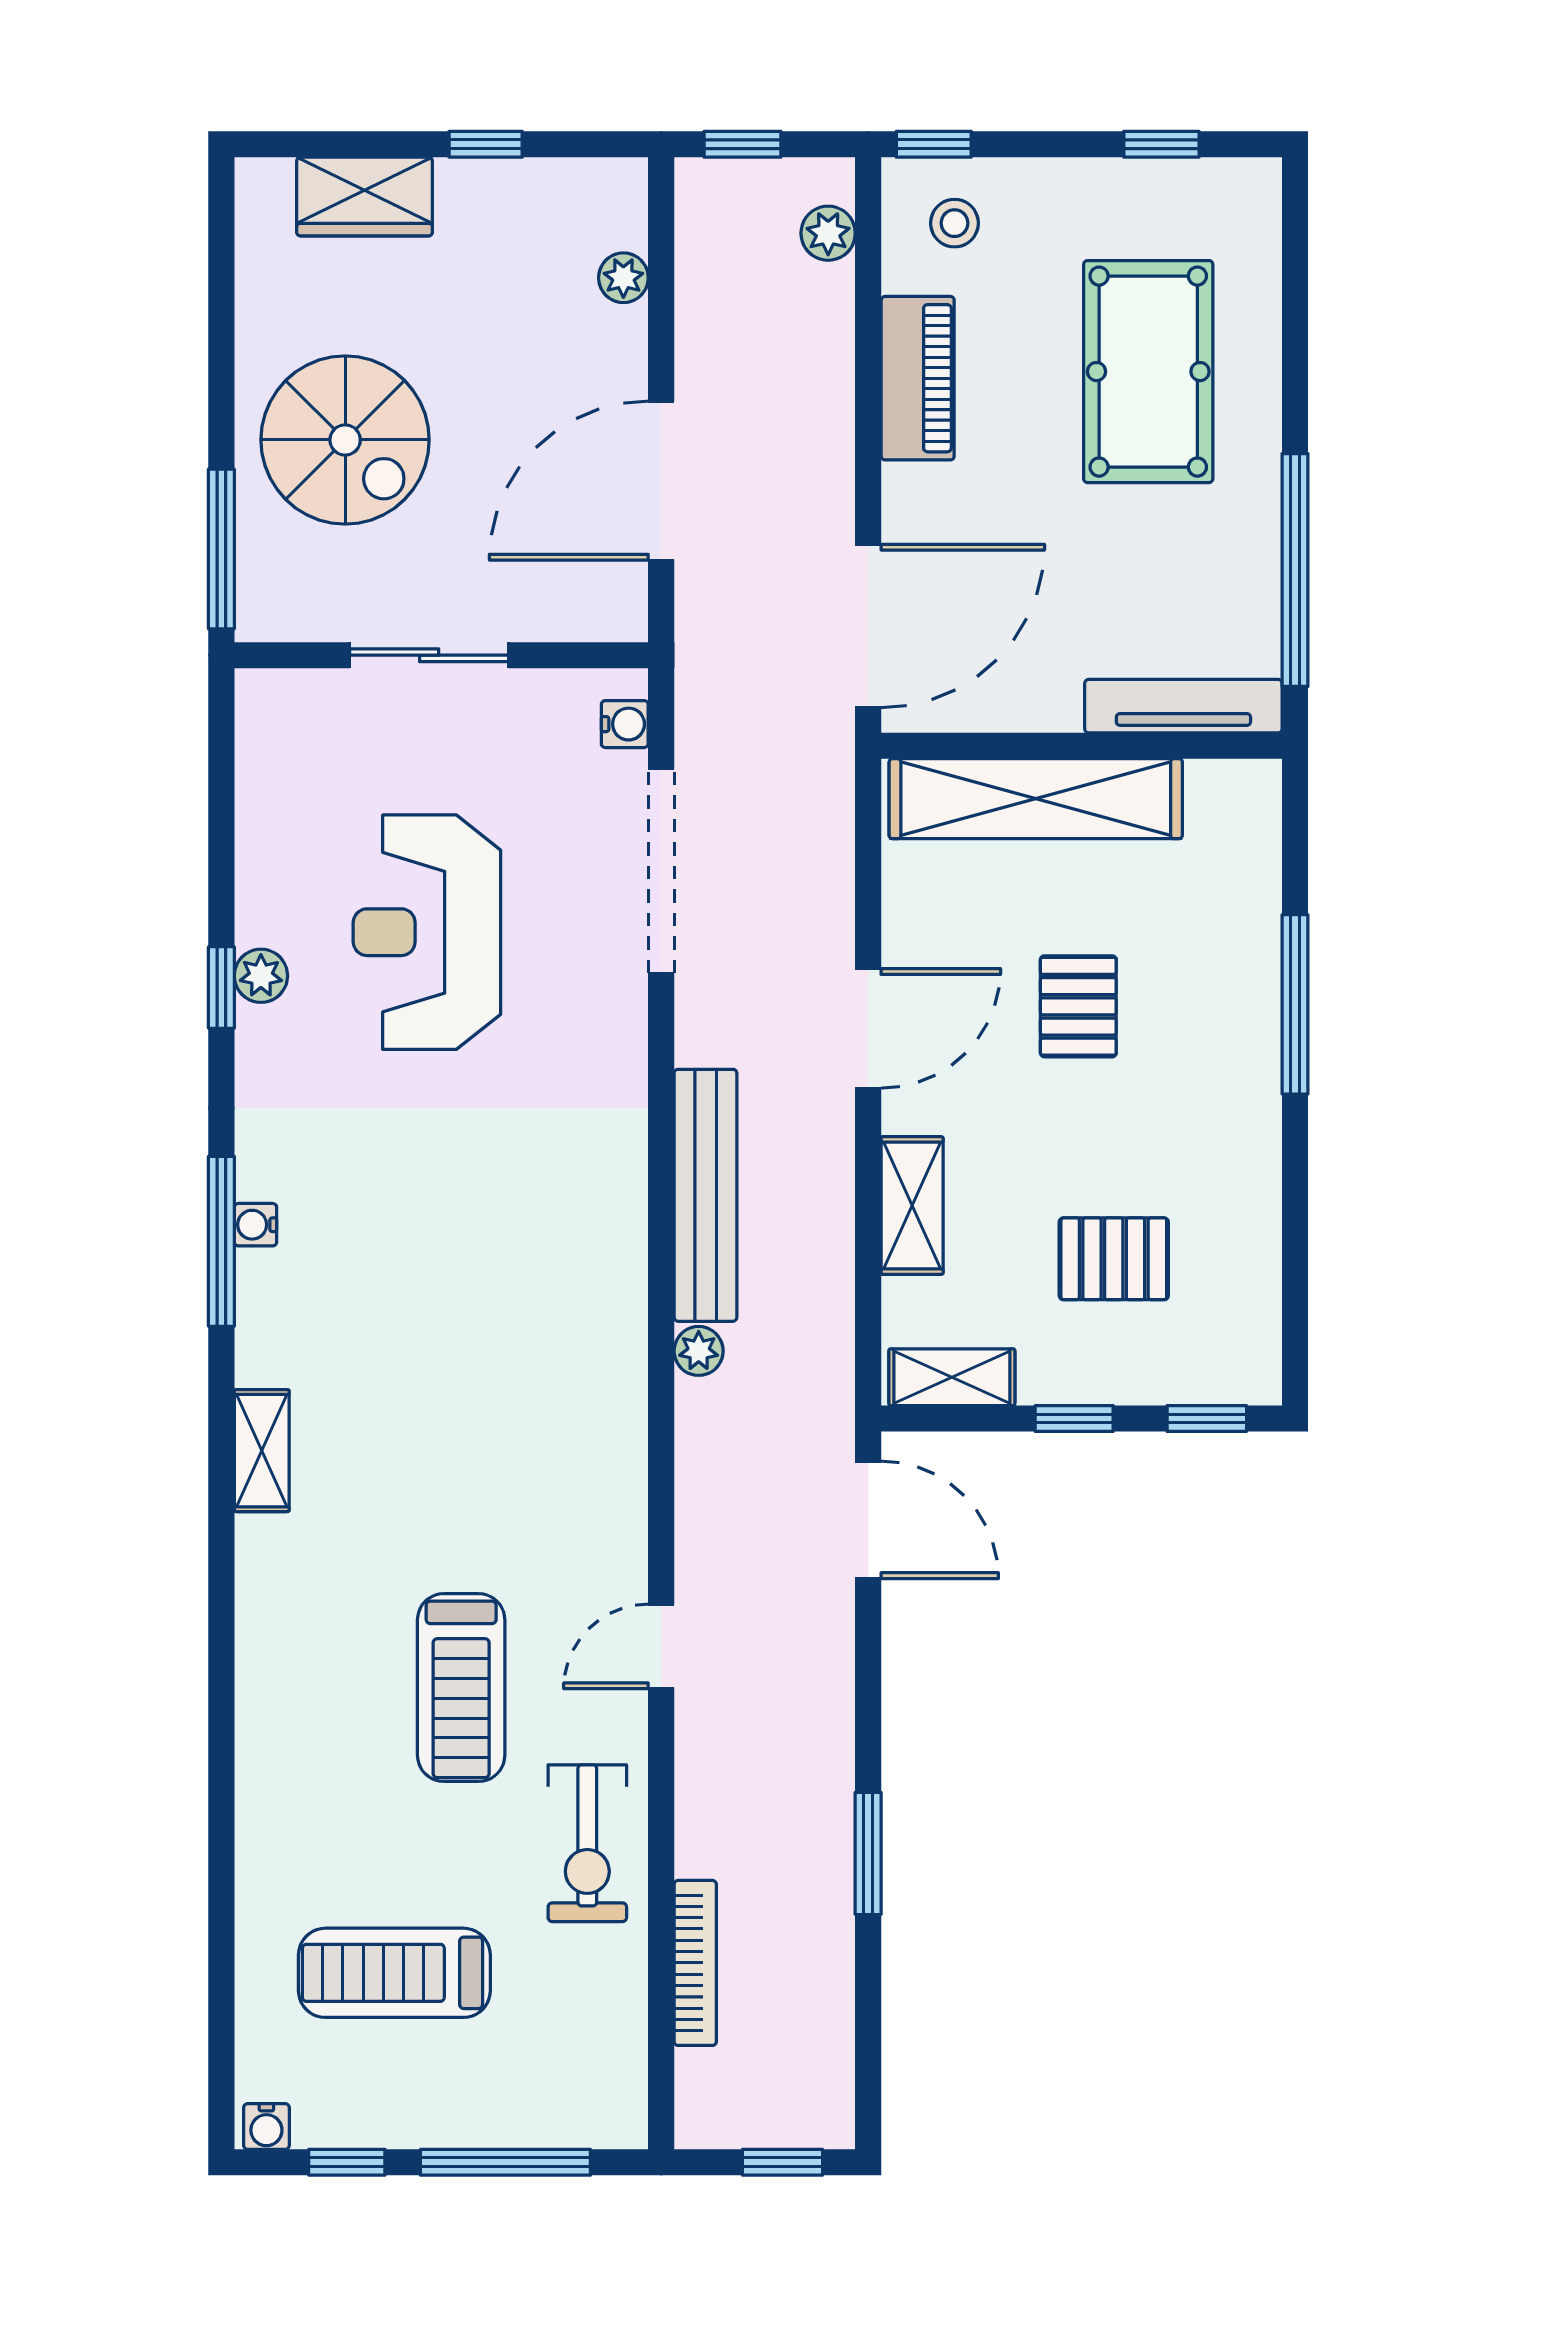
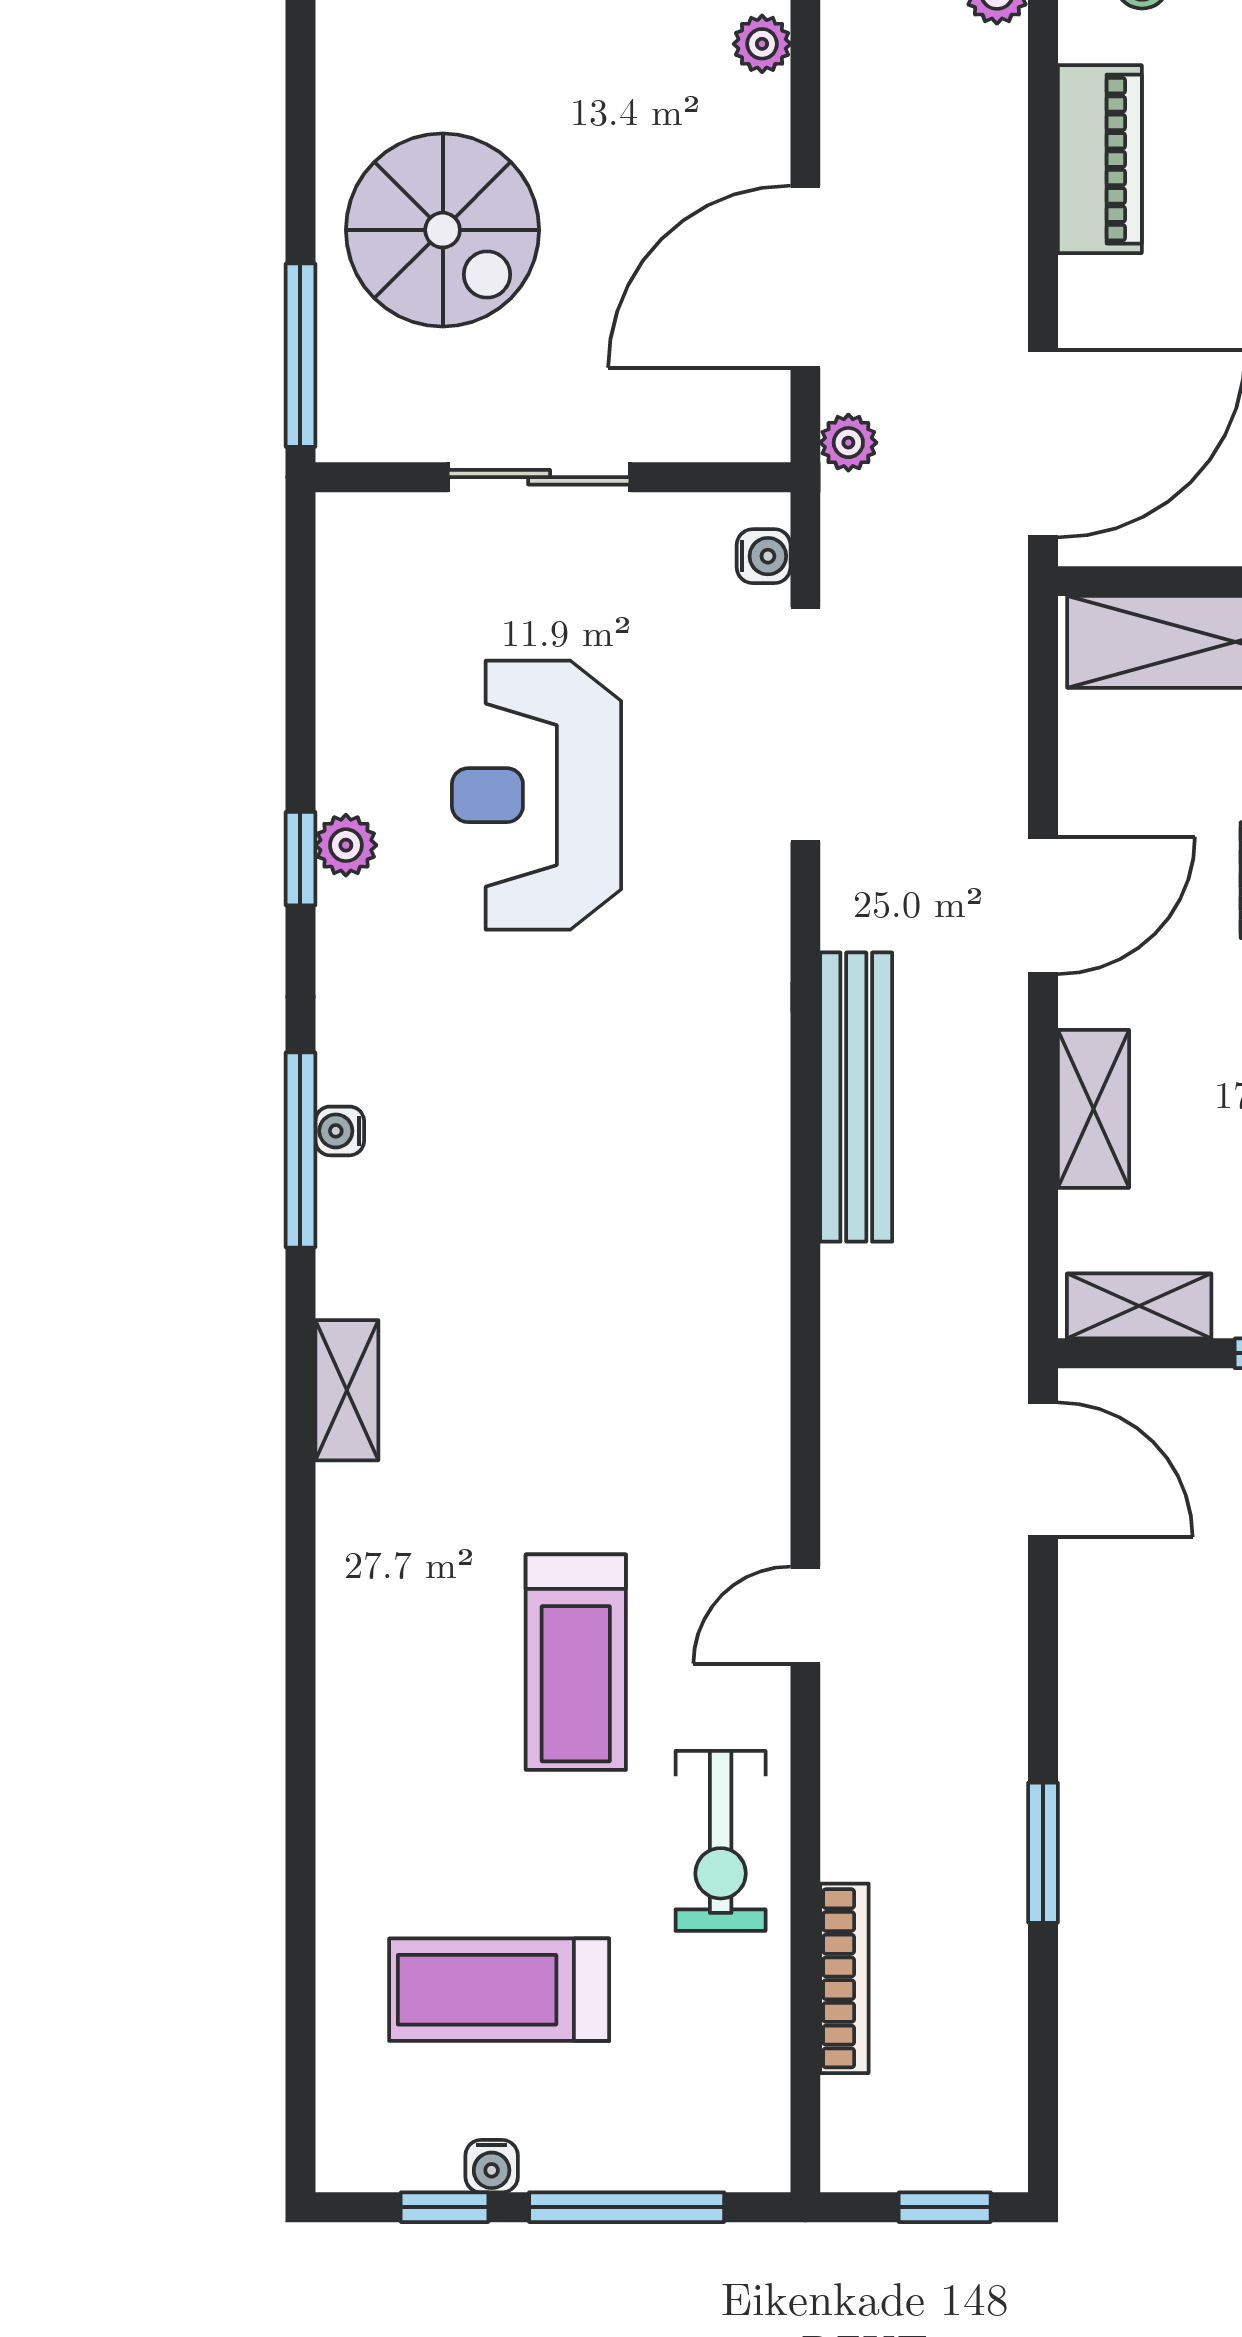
plant: (699, 1351) -> (848, 443), moved
water cooler: (266, 2127) -> (492, 2166), moved

